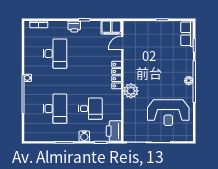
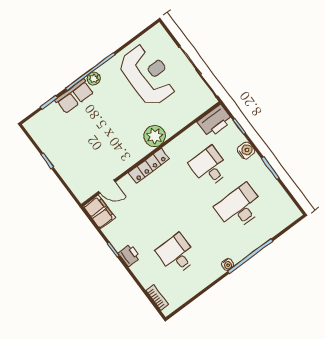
row of seats: (187, 34) -> (74, 96), moved
desk: (55, 54) -> (177, 254), width x0.73

